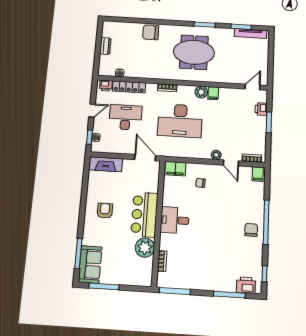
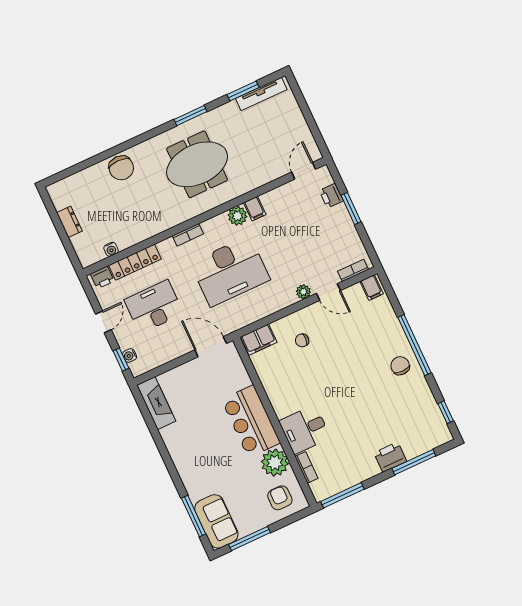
chair: (151, 32) -> (121, 168), turned -90
fireplace: (106, 164) -> (156, 403), moved, turned -90
armchair: (105, 211) -> (280, 498), moved
desk: (175, 220) -> (305, 429), moved
printer: (246, 285) -> (390, 457), moved

